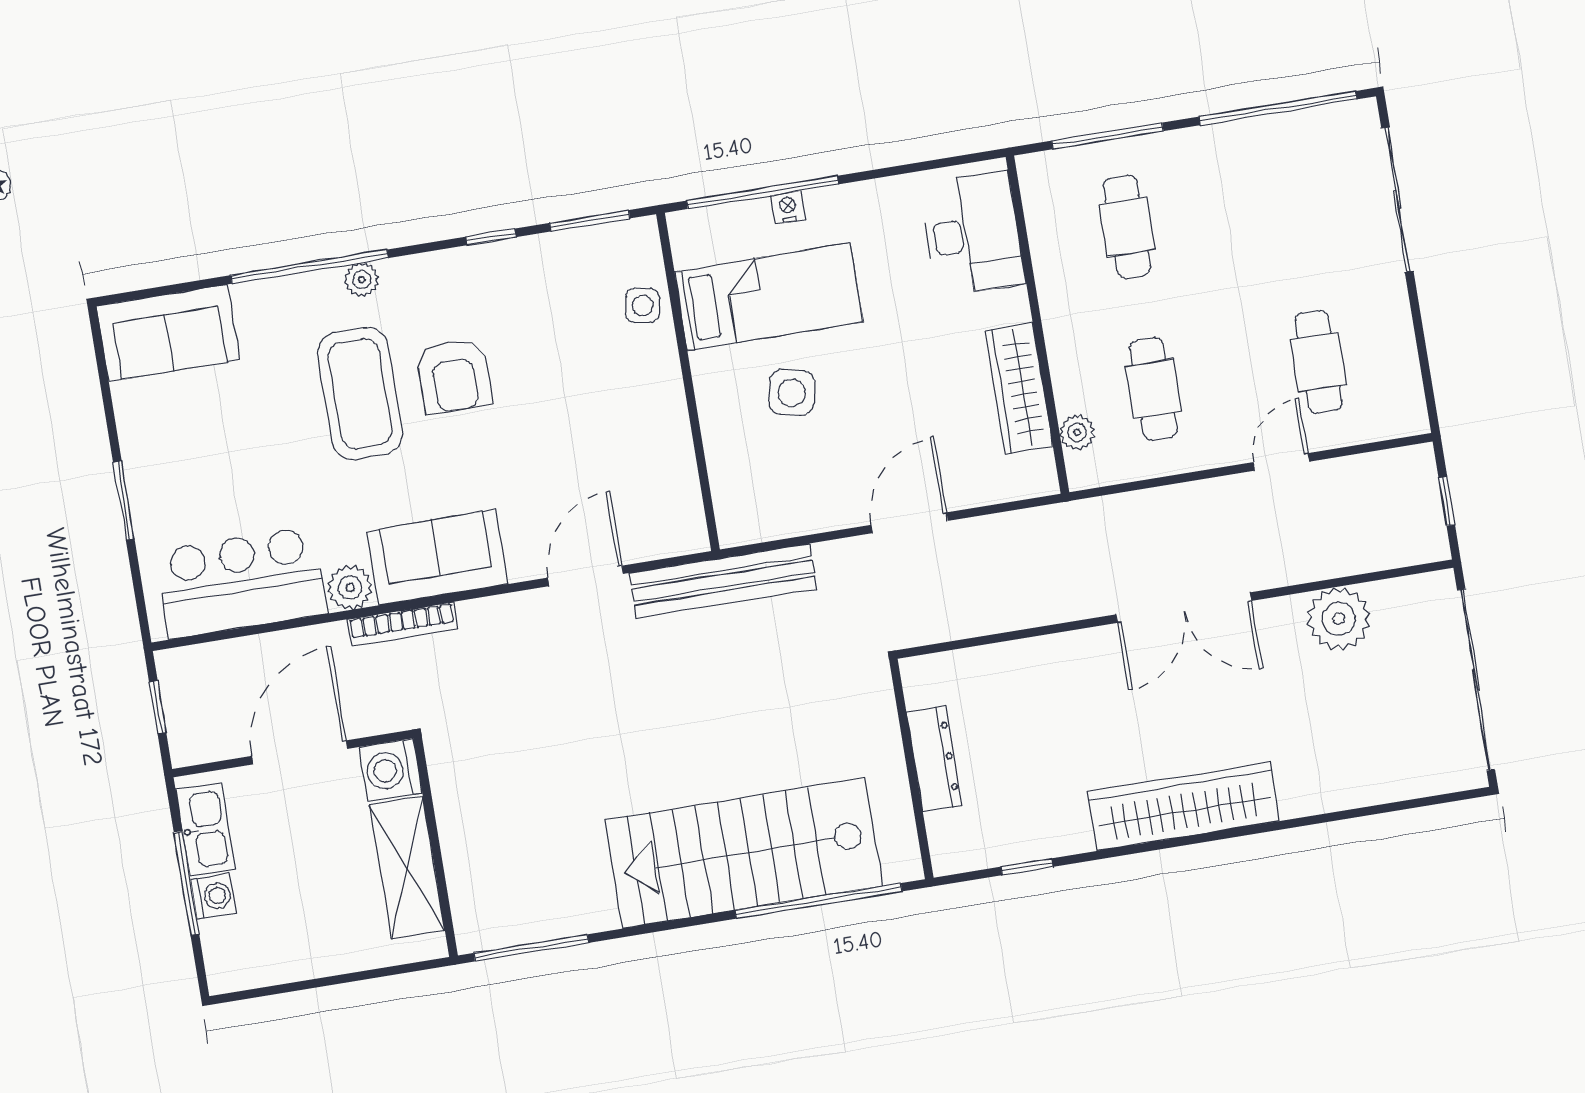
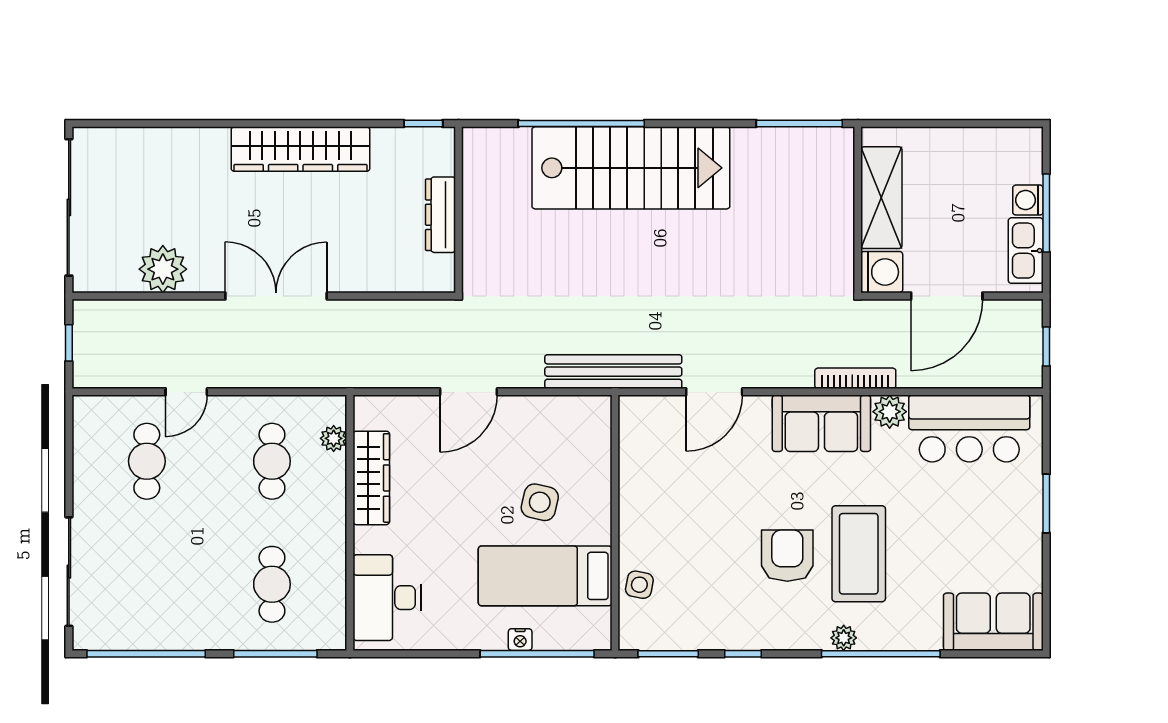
dresser: (934, 759) -> (441, 215), moved
wall: (911, 769) -> (459, 210), moved

